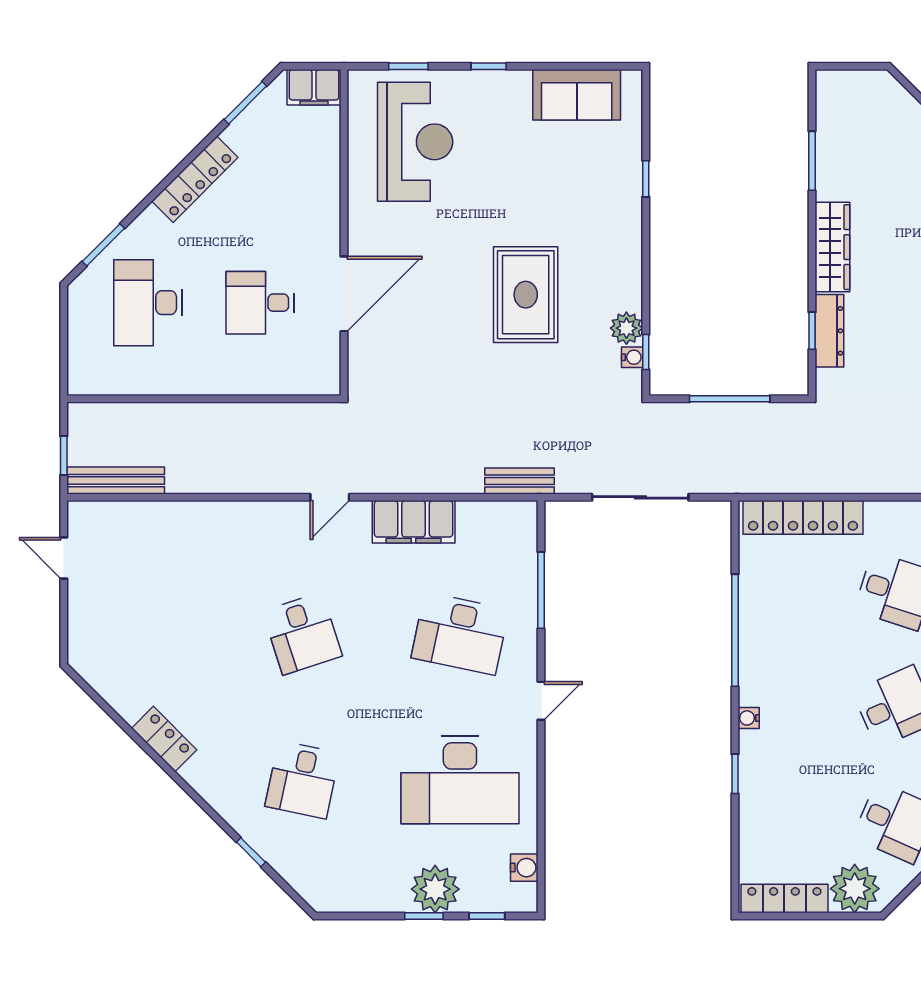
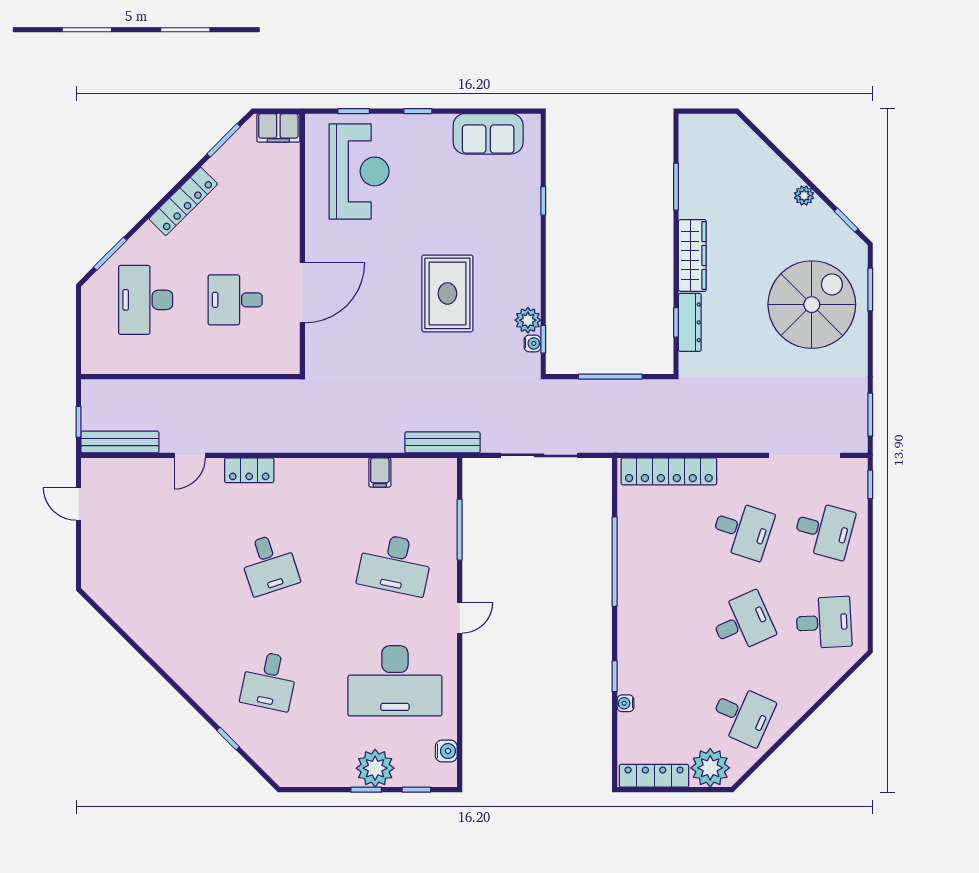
bench: (520, 481) -> (442, 442), width x1.36
door: (330, 497) -> (190, 455), moved
filing cabinet: (414, 522) -> (380, 472), width x0.33, depth x0.86
water cooler: (749, 718) -> (625, 703), moved
locker: (164, 739) -> (249, 470), moved, turned 135

